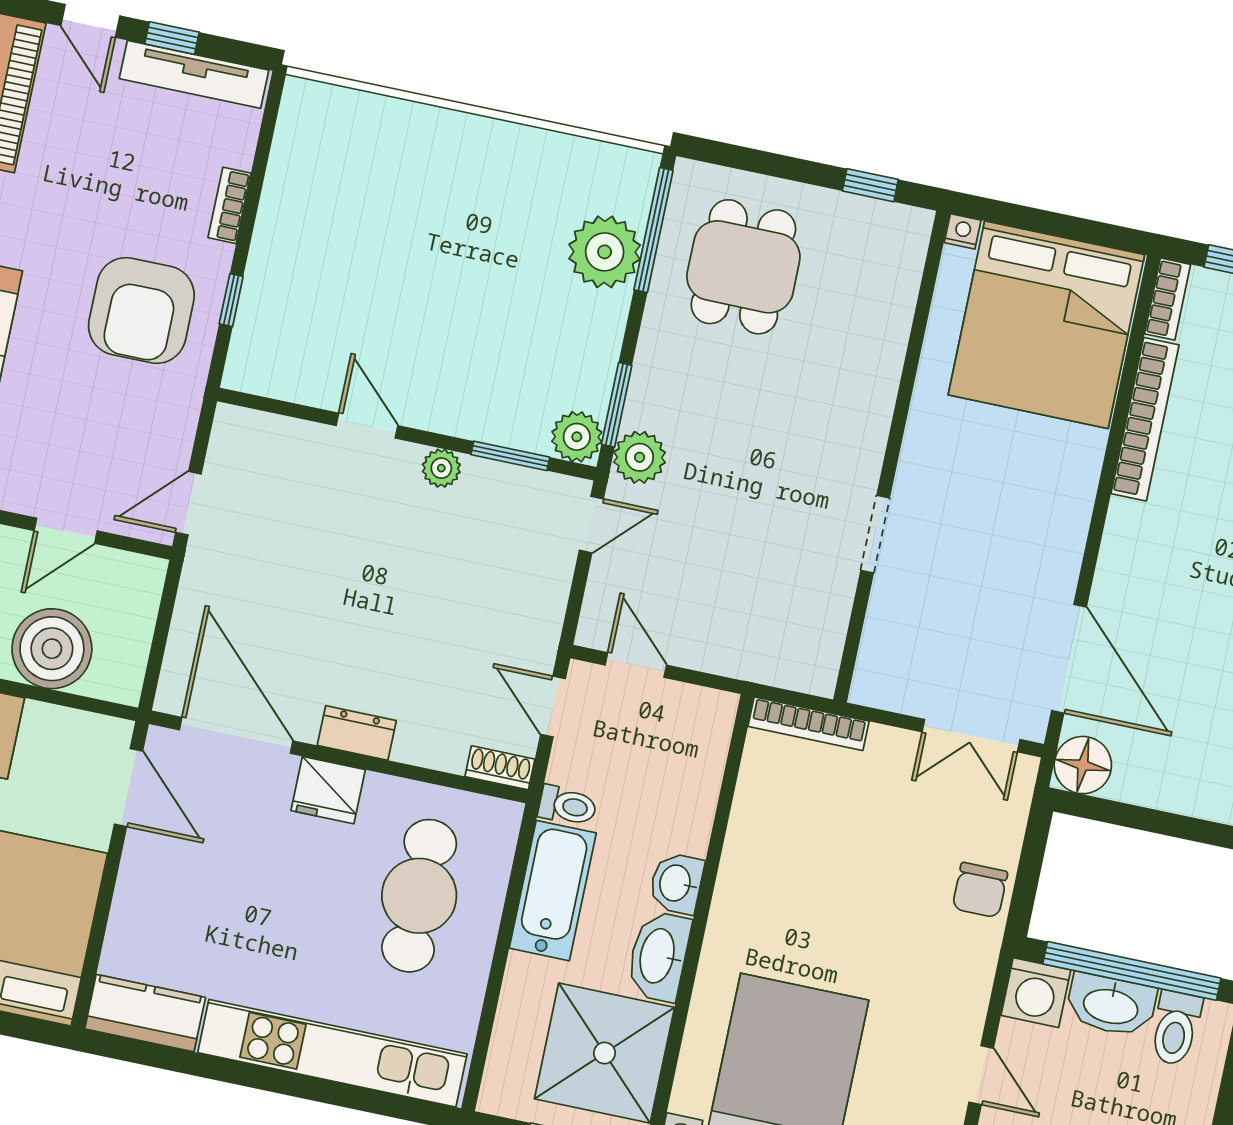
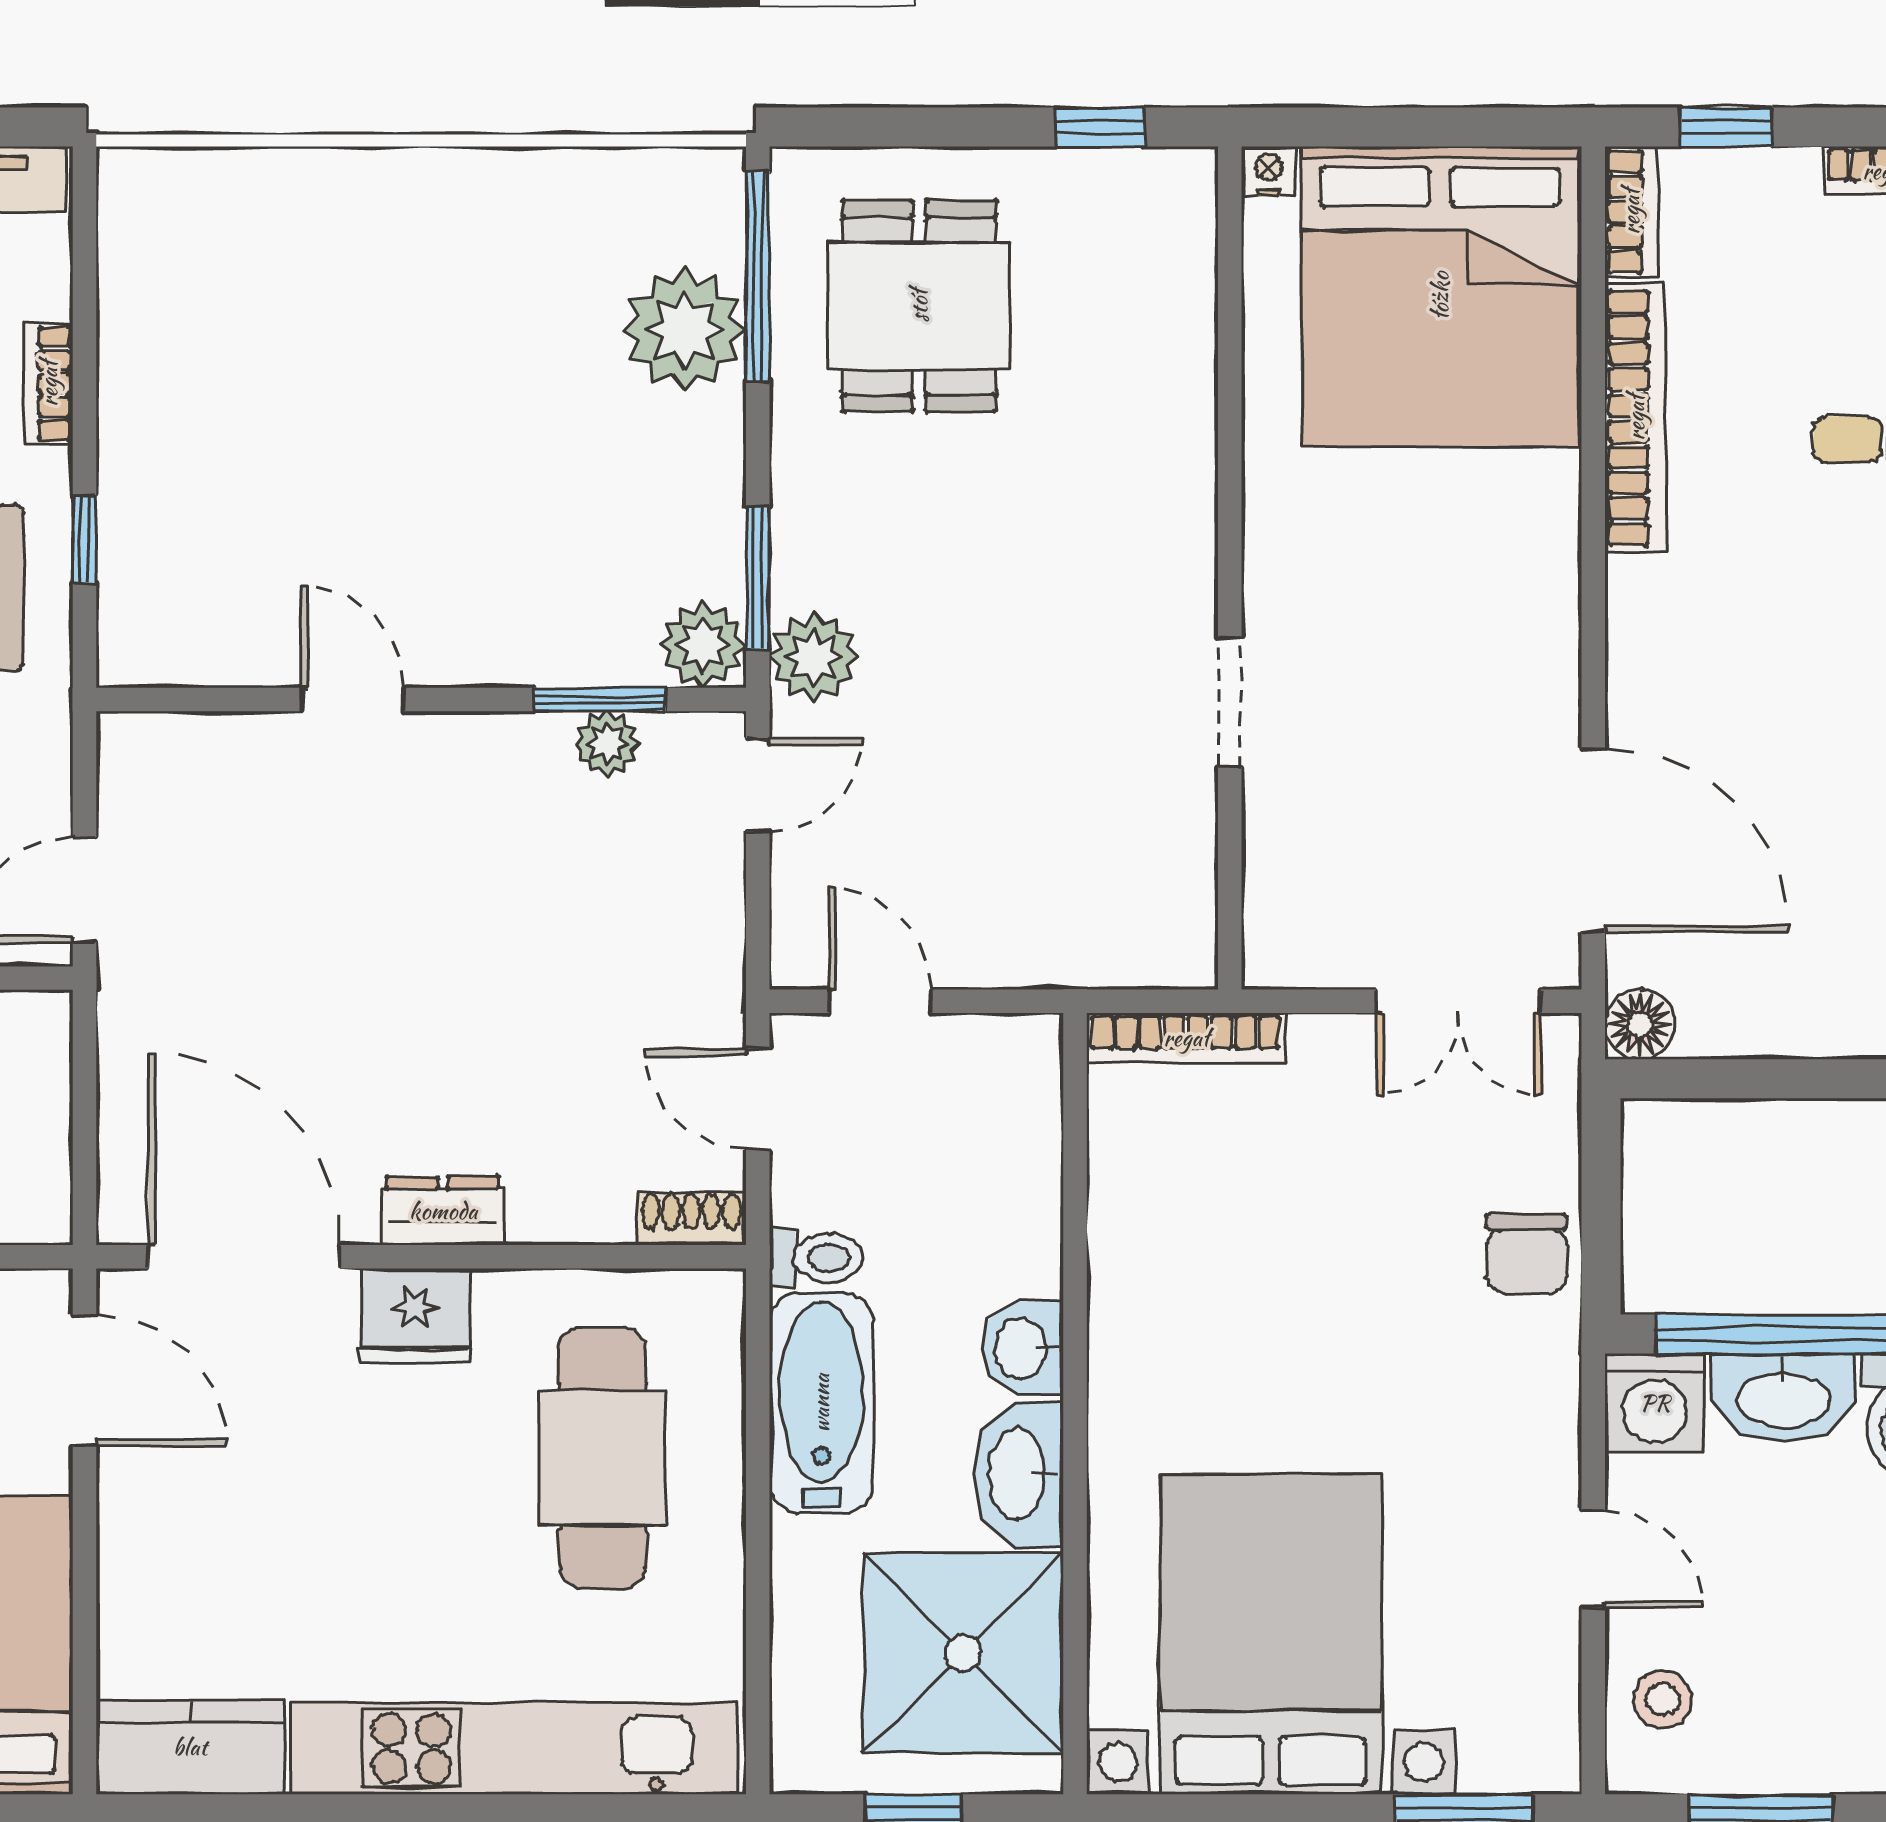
plant: (441, 468) -> (607, 744), moved
floor lamp: (1083, 765) -> (1640, 1024), width x0.73, depth x0.73

